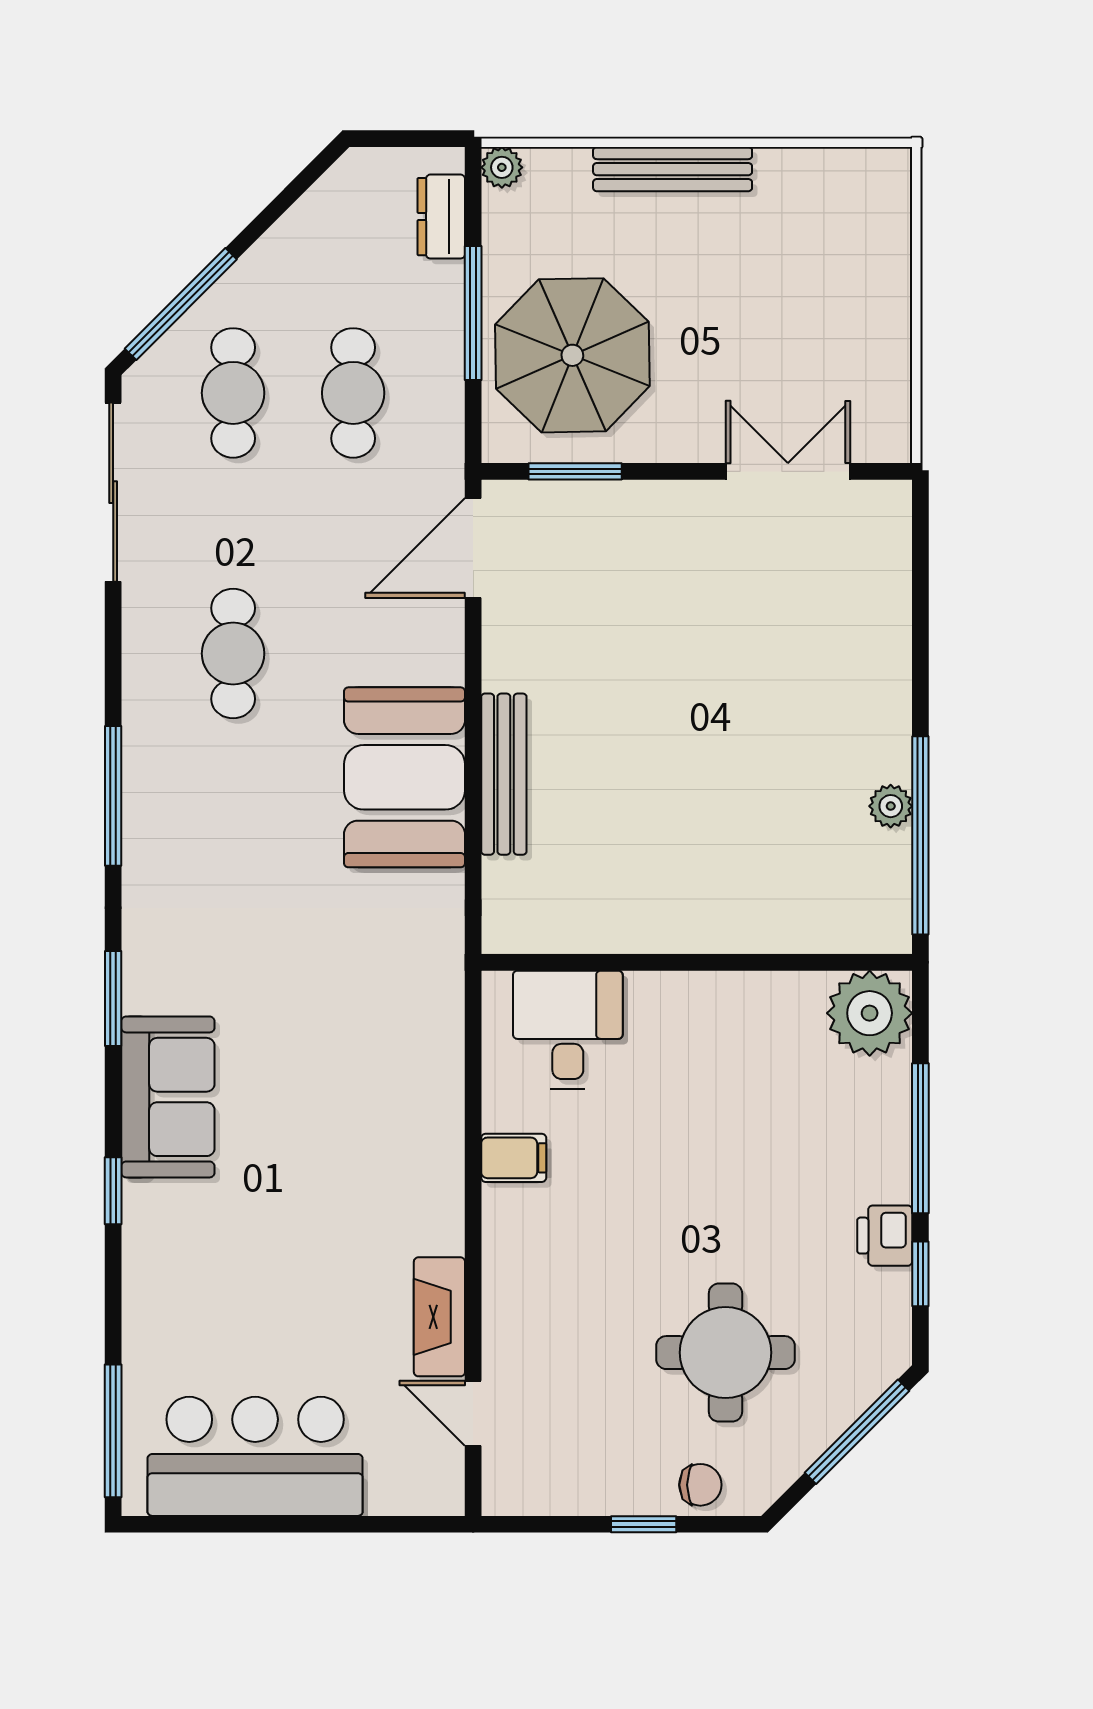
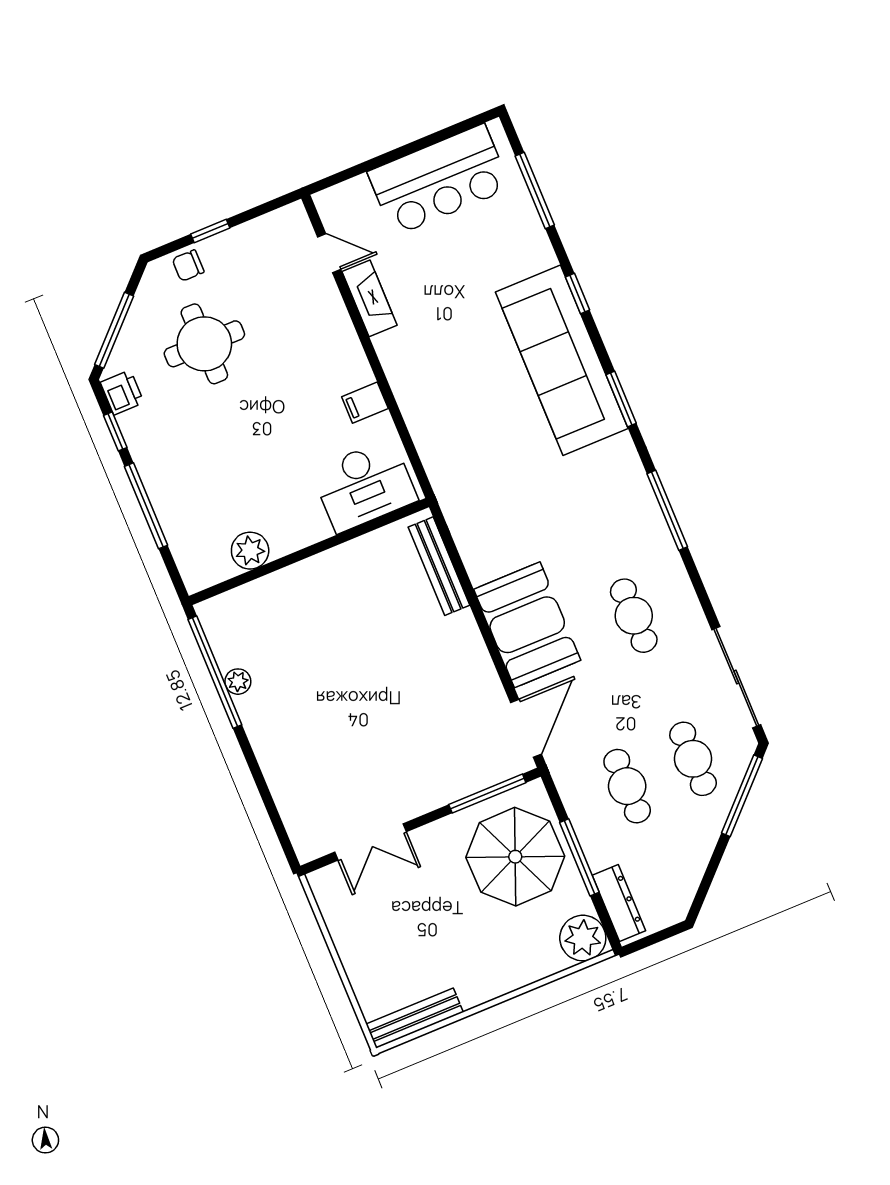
plant: (502, 167) -> (583, 938), width x1.88, depth x1.88
bench: (673, 169) -> (415, 1018), moved
dresser: (441, 217) -> (619, 903), width x1.44
window: (575, 471) -> (487, 794), width x1.44
bench: (504, 774) -> (439, 566), moved
booth: (405, 777) -> (527, 625), moved
plant: (870, 1013) -> (250, 551), moved, width x0.73, depth x0.73
desk: (568, 1030) -> (364, 485), width x1.37
sofa: (168, 1097) -> (562, 360), width x1.85, depth x1.27
printer: (885, 1236) -> (122, 392), moved
window: (113, 1431) -> (535, 191), moved

